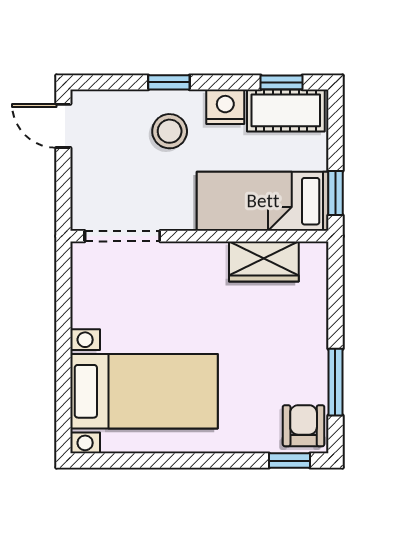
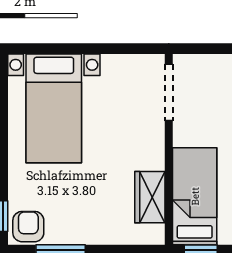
armchair: (304, 426) -> (28, 227), turned -90

